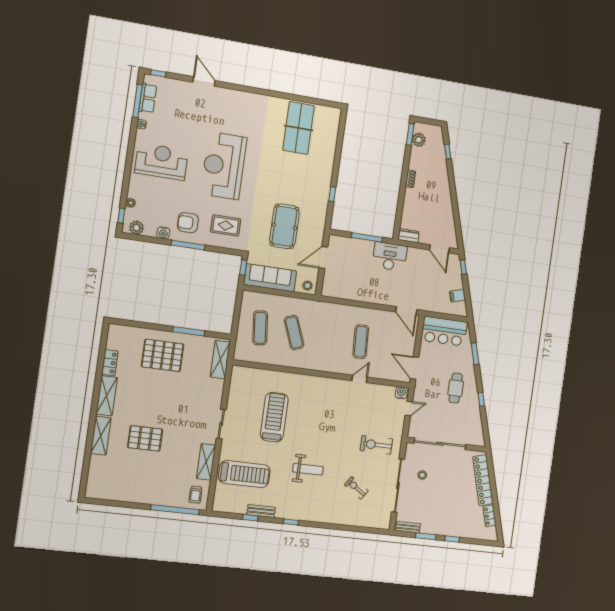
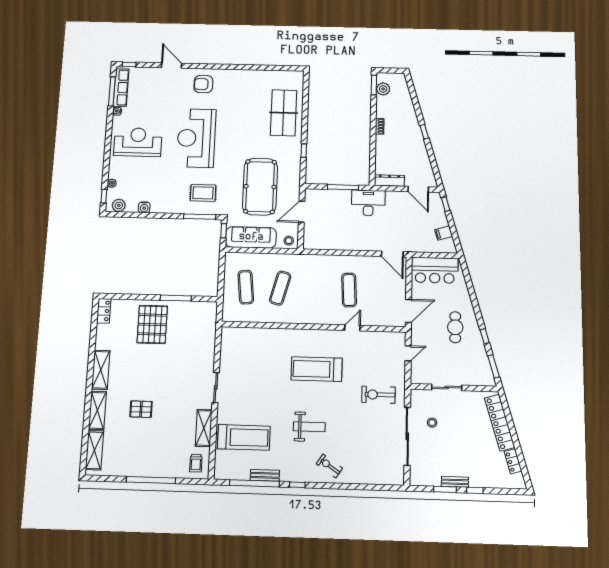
row of seats: (148, 98) -> (121, 87), width x1.48
table tennis table: (298, 128) -> (284, 113), moved
window: (448, 152) -> (424, 132), moved
armchair: (188, 223) -> (203, 84), moved
pool table: (284, 226) -> (260, 187), width x1.36, depth x1.32
dresser: (409, 236) -> (389, 180), width x1.44
window: (188, 245) -> (200, 217), moved
exercise mat: (294, 332) -> (280, 288), turned 36
window: (475, 354) -> (494, 366), moved
pallet: (163, 355) -> (152, 324), turned 90
shelving: (220, 360) -> (95, 450), moved
locker: (110, 363) -> (104, 311), moved
door: (414, 368) -> (409, 311), swing flipped
water cooler: (401, 393) -> (398, 338), removed
treadmill: (274, 417) -> (317, 369), moved, turned -90
pallet: (145, 438) -> (141, 409), width x0.67, depth x0.71
sliding door: (440, 444) -> (447, 387), width x0.54
exercise bike: (356, 488) -> (329, 466), moved
window: (175, 510) -> (151, 480), moved
window: (250, 518) -> (254, 483), width x3.17
bench: (408, 527) -> (455, 482), moved

